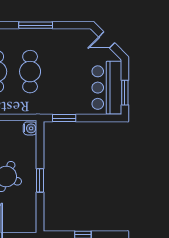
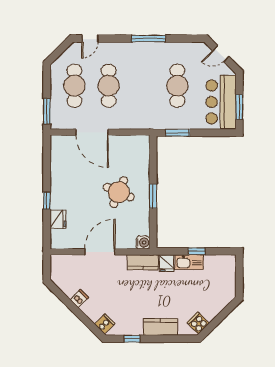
cafe table: (30, 72) -> (177, 86), moved
water cooler: (30, 128) -> (143, 243), moved

